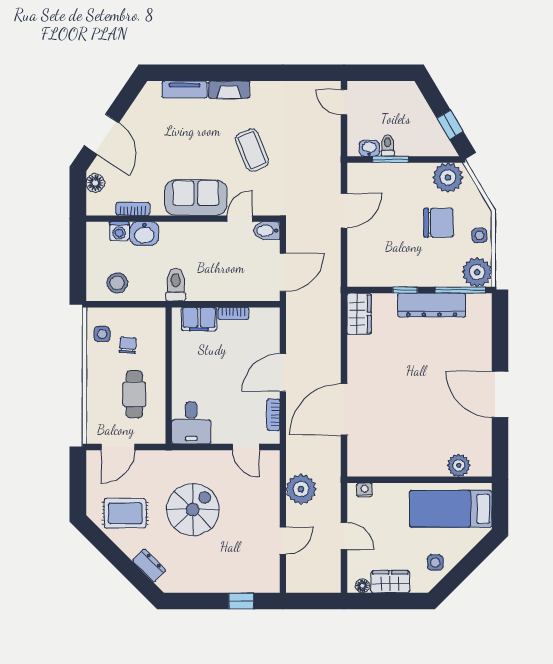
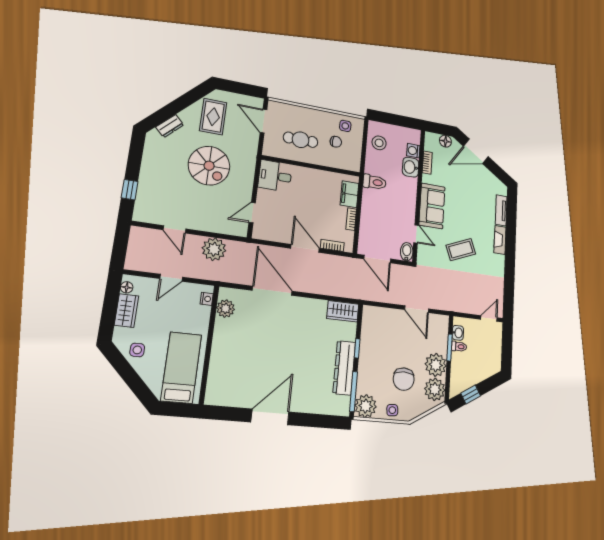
plant: (416, 178) -> (436, 365), added
bookcase: (273, 415) -> (332, 245), moved
plant: (459, 465) -> (226, 308), moved

